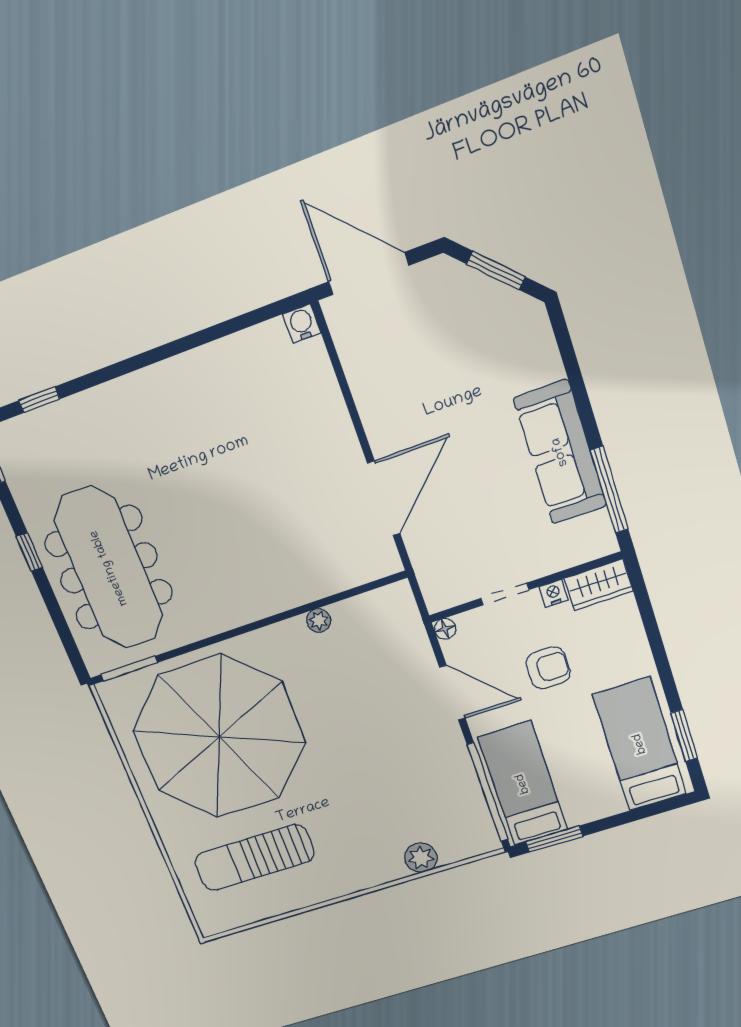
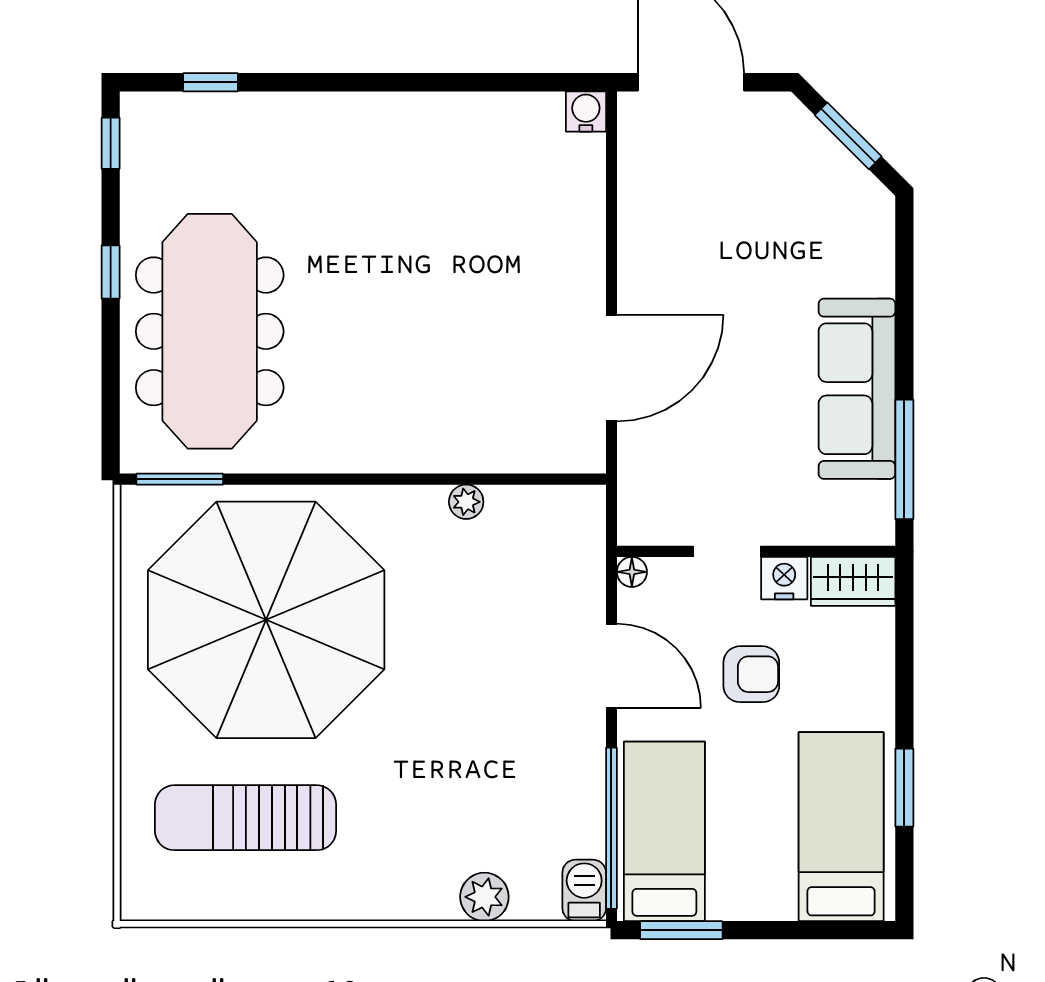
nightstand: (553, 593) -> (784, 578), width x1.39, depth x1.35
window: (684, 735) -> (904, 788), moved
barbecue: (483, 835) -> (584, 890), added

